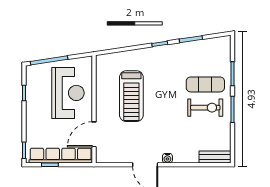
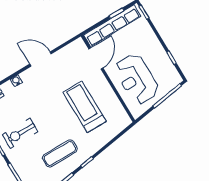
exercise mat: (205, 84) -> (60, 153), moved
water cooler: (167, 158) -> (16, 81), moved

